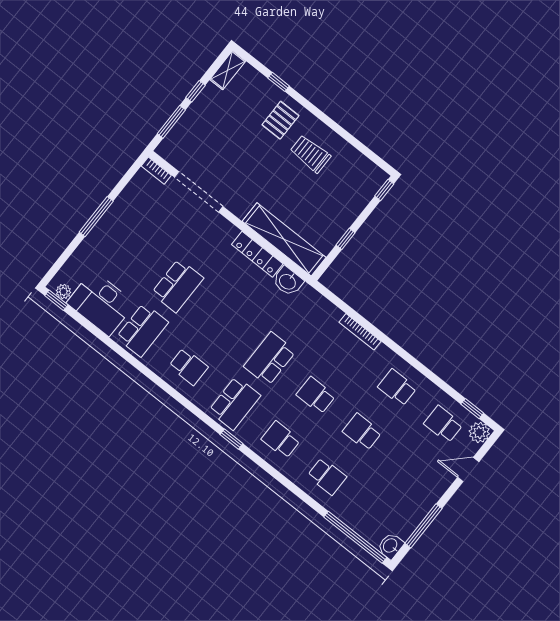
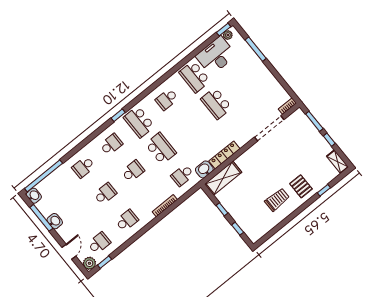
window: (384, 190) -> (238, 229), moved
window: (96, 217) -> (256, 49), moved
shelving: (284, 239) -> (223, 178), width x0.68
school desk: (305, 314) -> (182, 175), added
washbasin: (424, 503) -> (55, 221), added

